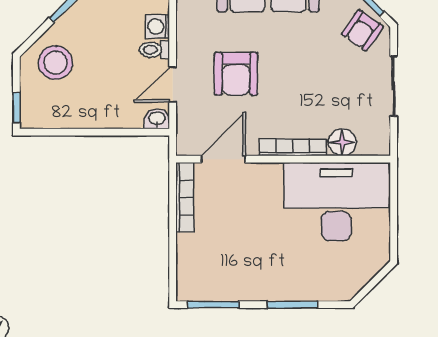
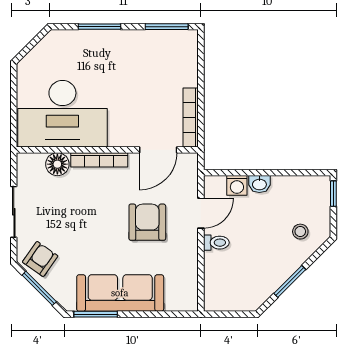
washing machine: (158, 27) -> (237, 185), moved, turned 90
stool: (55, 63) -> (300, 232), width x0.53, depth x0.53
washbasin: (157, 119) -> (259, 184), moved

